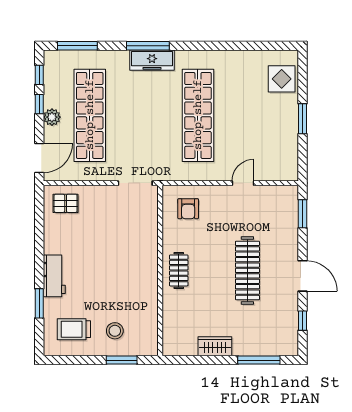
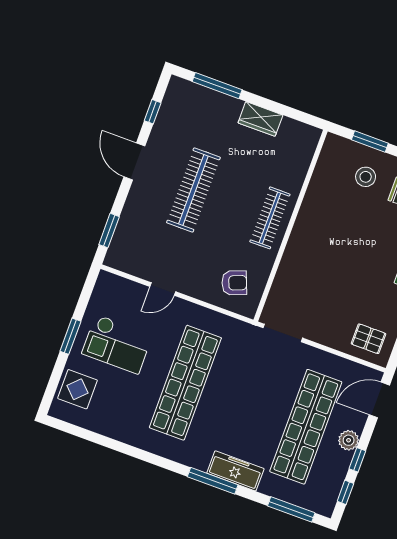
freezer: (152, 60) -> (235, 471), moved
checkout: (263, 126) -> (117, 344), added
armchair: (188, 209) -> (234, 283), turned 69
clothes rail: (179, 270) -> (270, 218), width x1.36

